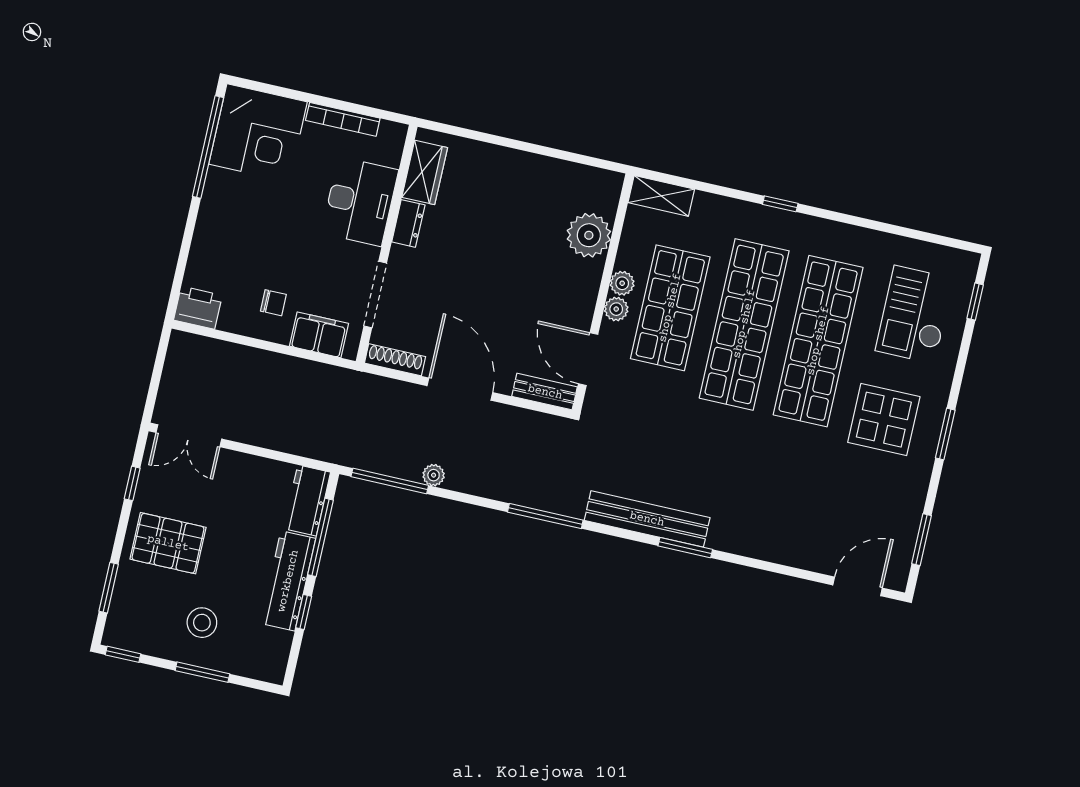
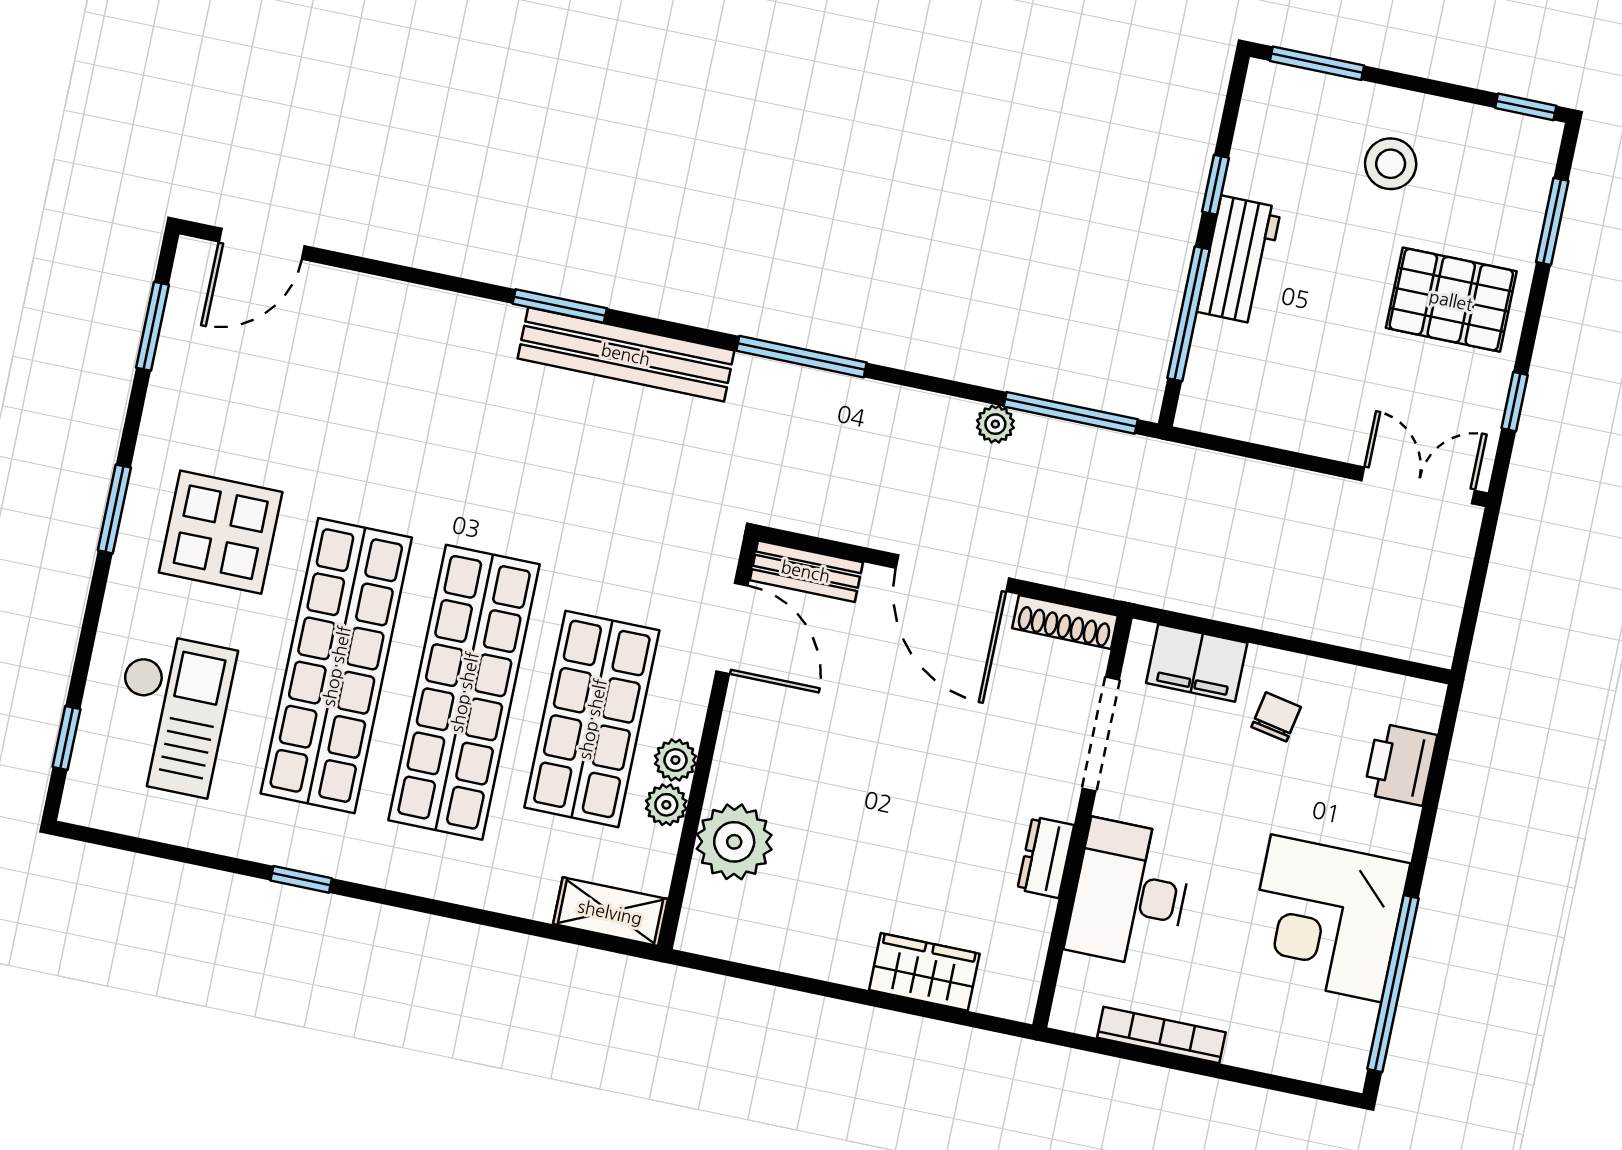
corner desk: (258, 133) -> (1326, 918), moved, turned -90
wardrobe: (425, 172) -> (924, 972), moved, turned 90
window: (780, 204) -> (301, 879), moved
chair: (273, 303) -> (1276, 717), turned 101
printer: (198, 308) -> (1400, 764), moved, turned 90
plant: (616, 309) -> (666, 805), moved
workbench: (307, 500) -> (1213, 377), removed
workbench: (288, 581) -> (1239, 260), width x0.73
window: (202, 672) -> (1317, 63), moved

